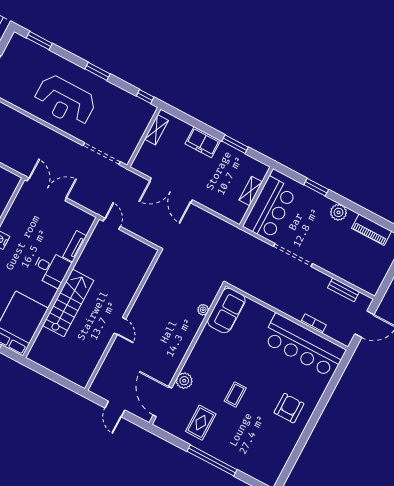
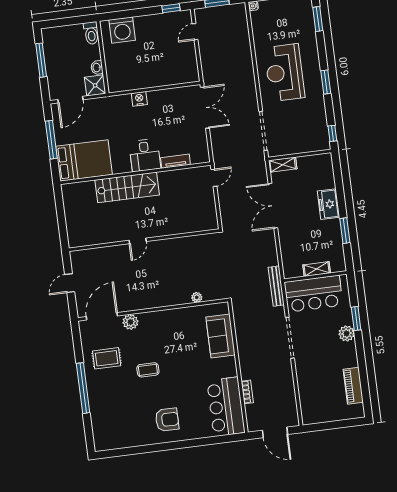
shelving: (156, 130) -> (283, 165), moved
plant: (338, 212) -> (347, 333), moved
bench: (343, 290) -> (276, 286), moved, width x1.36
sofa: (226, 310) -> (221, 336), moved, turned 90
bar counter: (304, 345) -> (226, 407), width x0.73

